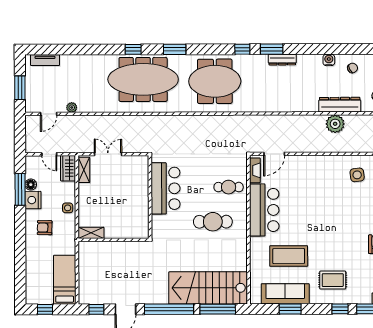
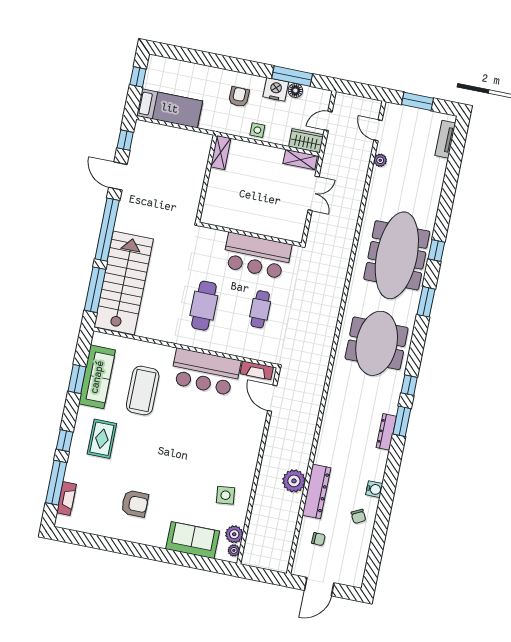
cafe table: (229, 187) -> (260, 309), moved

